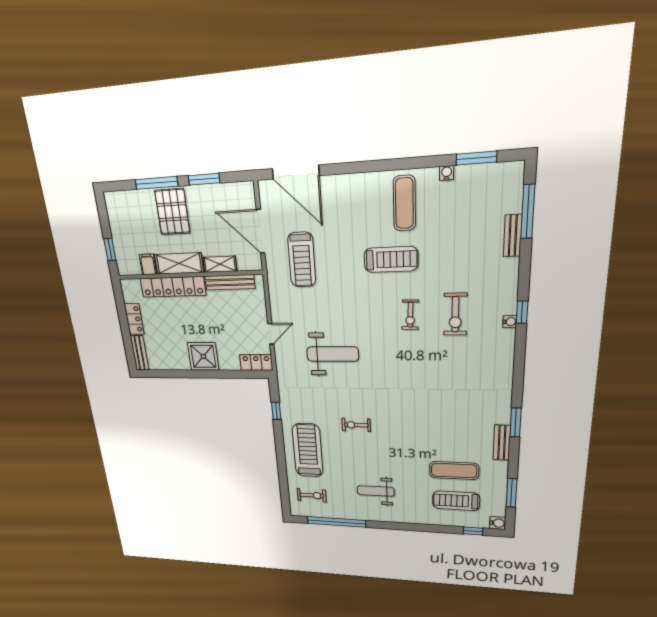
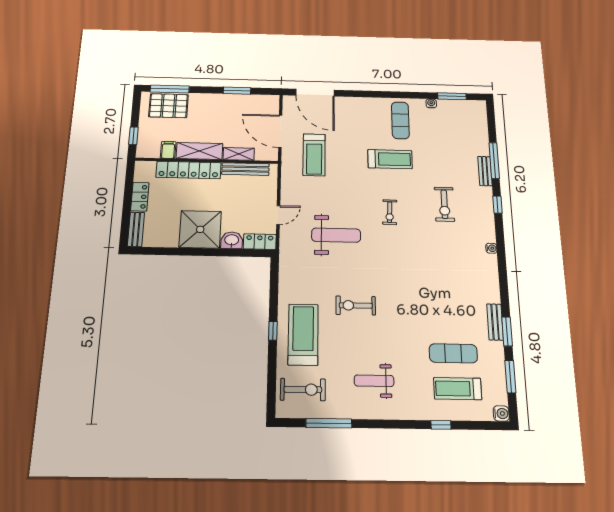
window: (156, 183) -> (170, 89), moved
pallet: (172, 212) -> (168, 106), moved, turned 90
window: (528, 212) -> (494, 160), moved
bench: (513, 236) -> (485, 171), moved
exercise bike: (410, 315) -> (390, 212), moved
water cooler: (510, 322) -> (491, 248), moved
shower: (203, 356) -> (200, 229), width x1.37, depth x1.37
washbasin: (229, 362) -> (232, 240), added
window: (276, 411) -> (273, 331), moved
window: (516, 422) -> (507, 332), moved
exercise bike: (356, 425) -> (356, 305), width x1.38, depth x1.39
exercise bike: (312, 495) -> (303, 390), width x1.38, depth x1.39
window: (336, 522) -> (329, 423), width x0.68
window: (473, 531) -> (441, 425), moved

